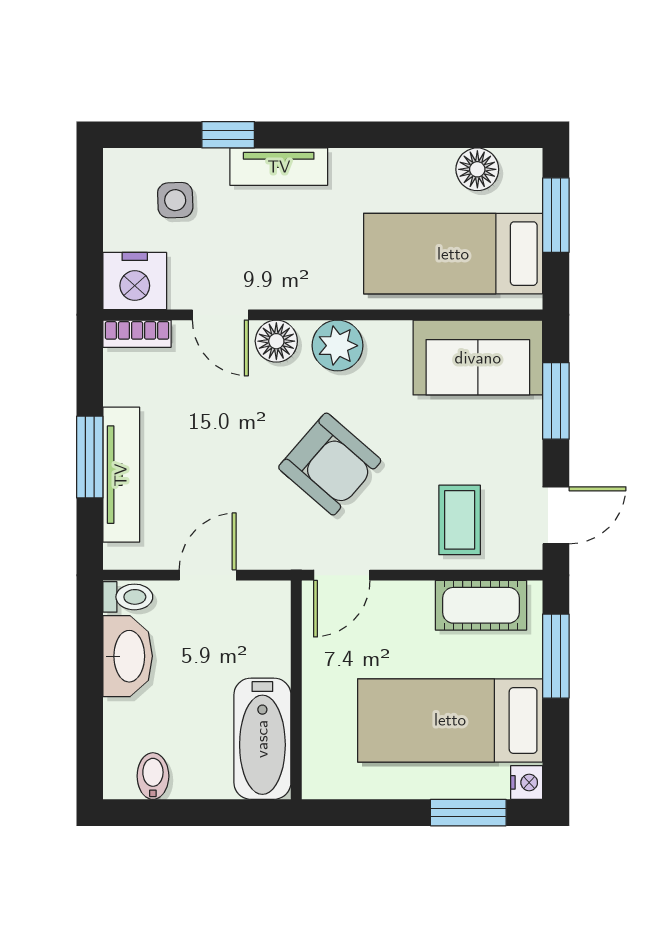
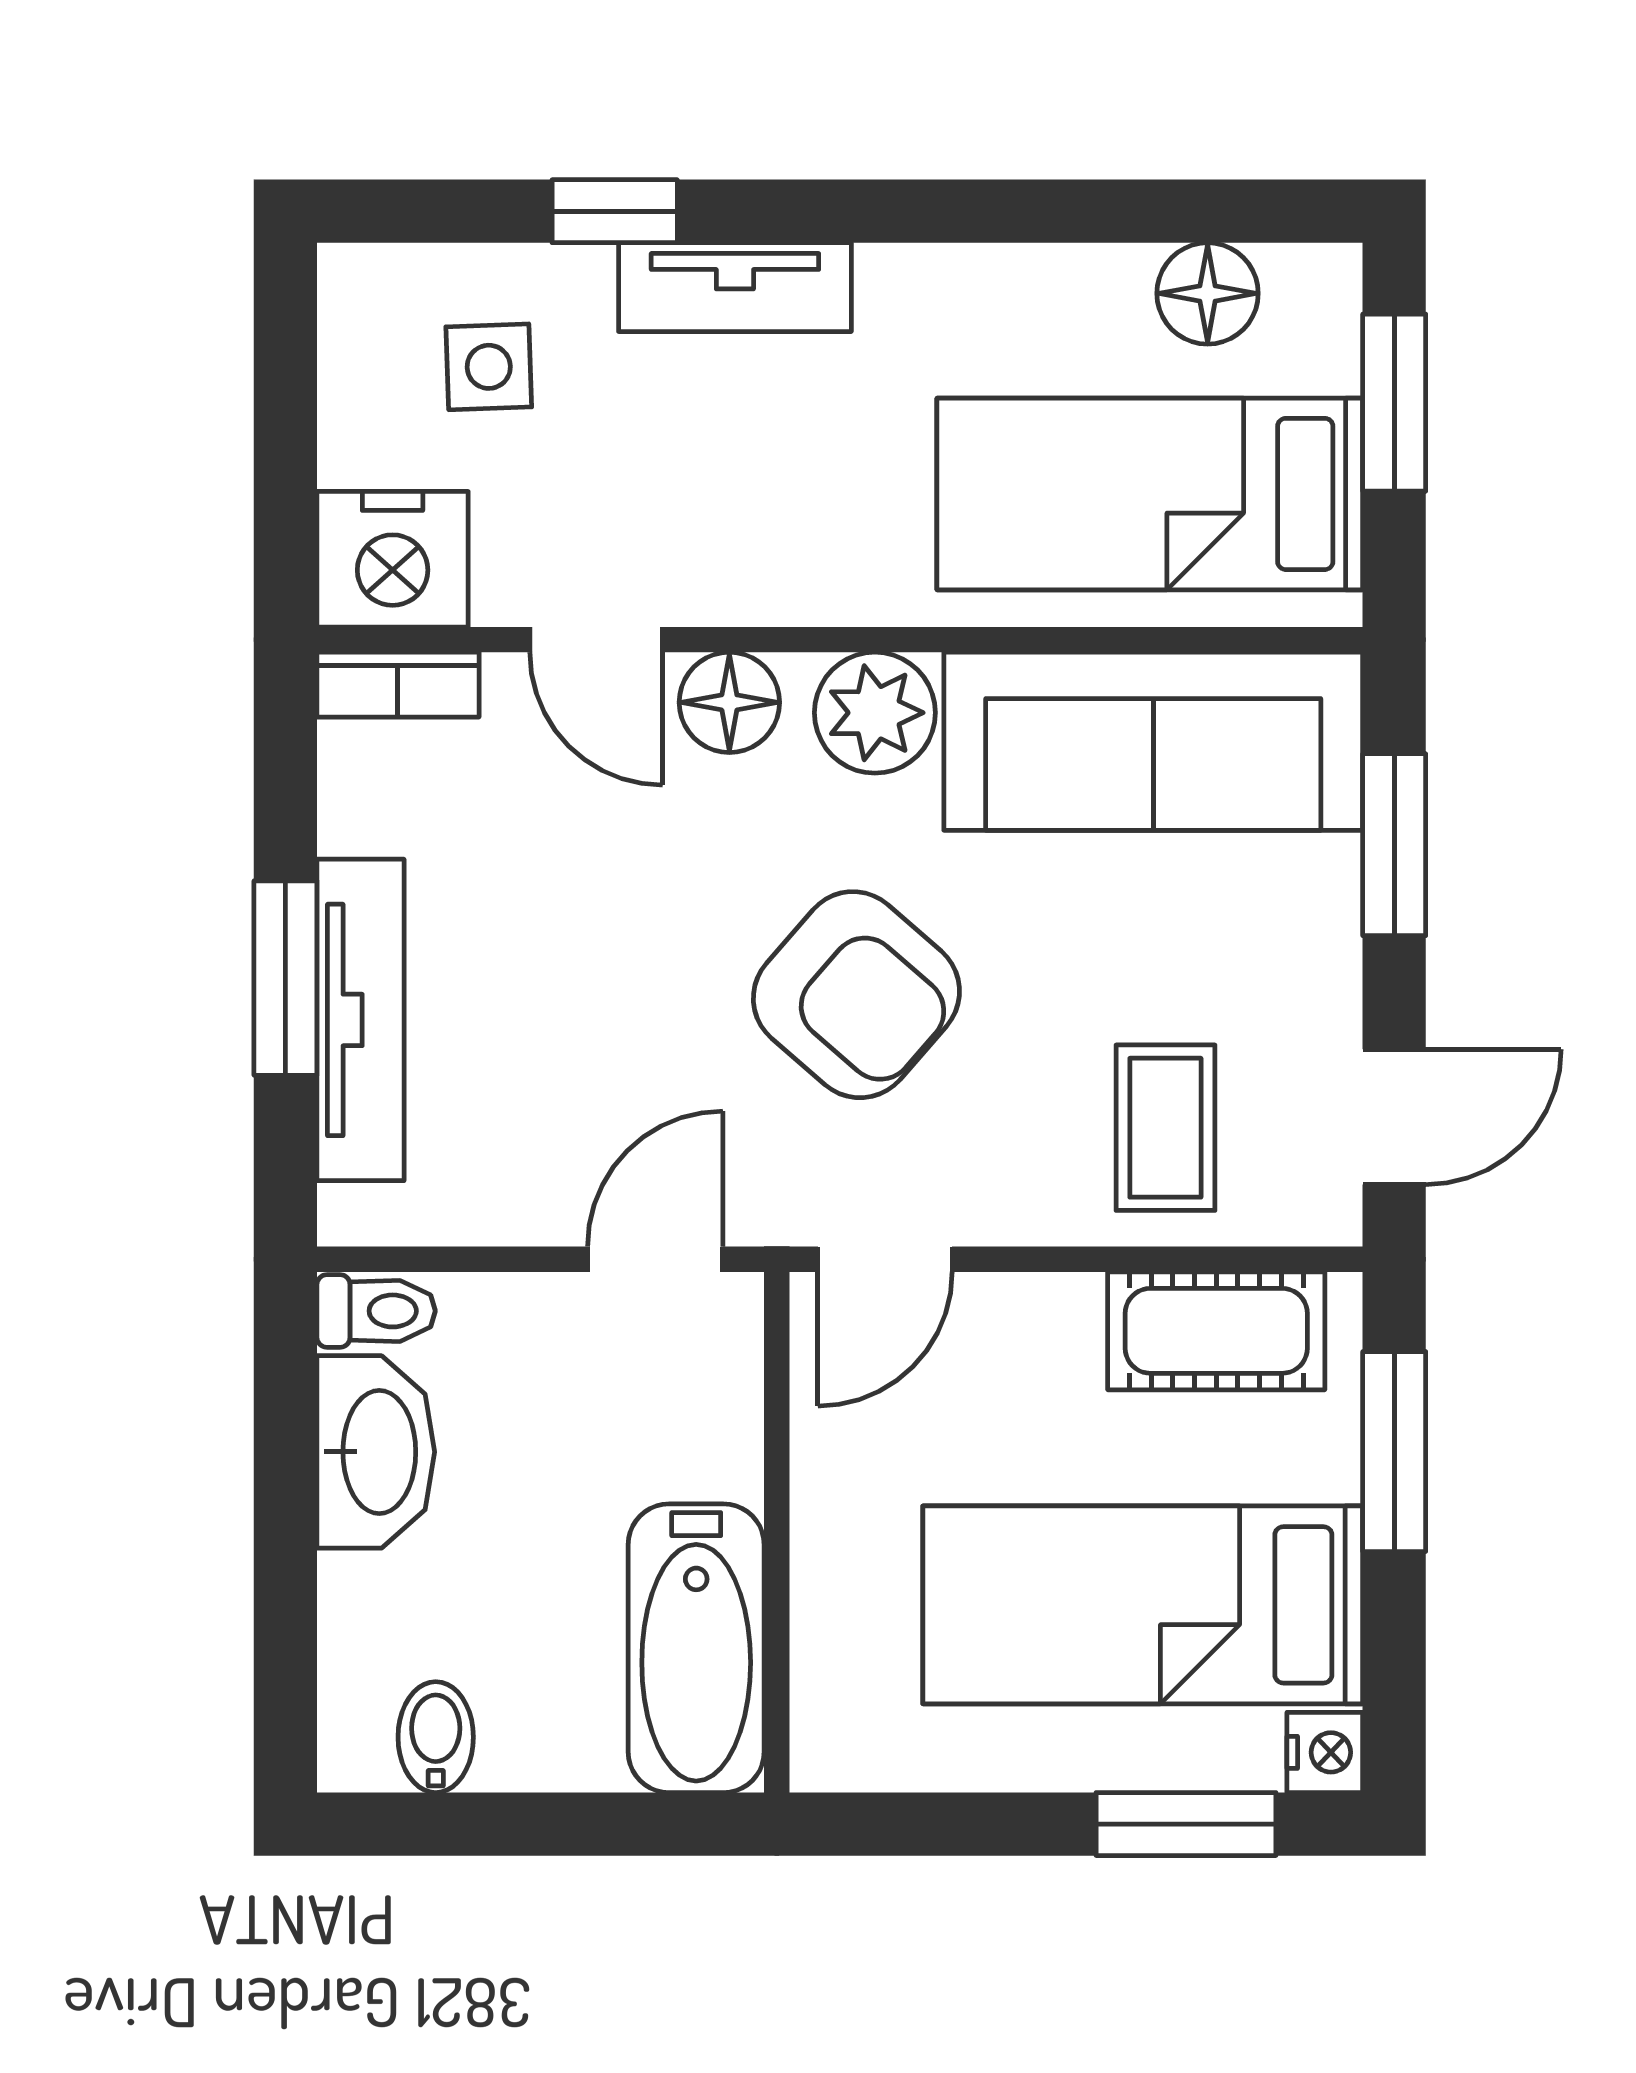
sofa: (478, 358) -> (1153, 741), width x1.36
door: (208, 575) -> (655, 1259), moved

